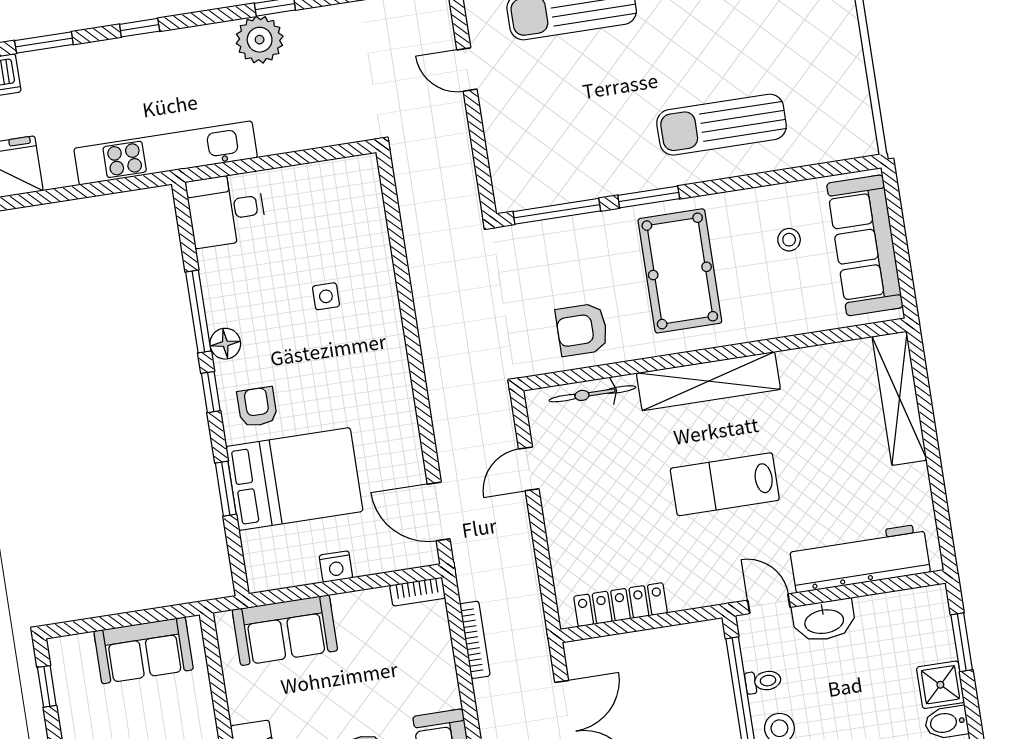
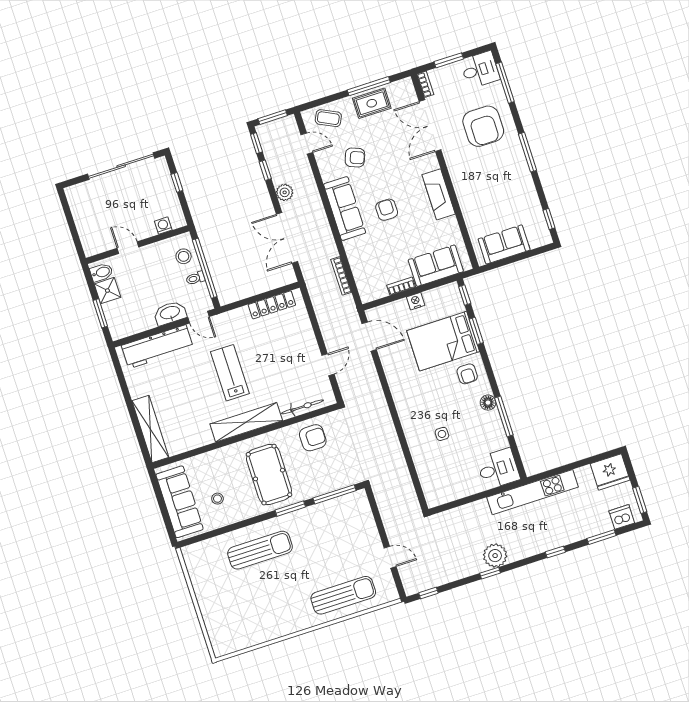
window: (211, 392) -> (465, 295), moved
lab bench: (725, 484) -> (230, 373), turned -90
bookcase: (418, 592) -> (401, 286), moved

